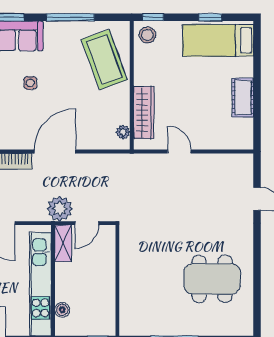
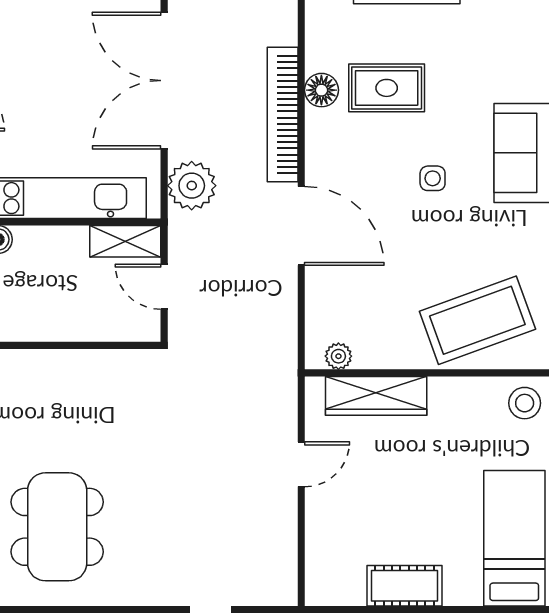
plant: (60, 209) -> (192, 186), moved

